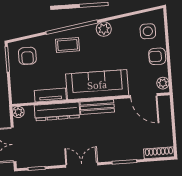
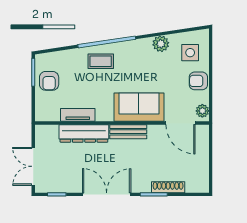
plant: (104, 29) -> (161, 44), moved
armchair: (27, 56) -> (49, 81), moved
sofa: (97, 85) -> (139, 107), width x0.73
plant: (18, 112) -> (41, 131), removed
shoe rack: (159, 153) -> (168, 187), moved
double door: (82, 165) -> (107, 194), width x1.37

